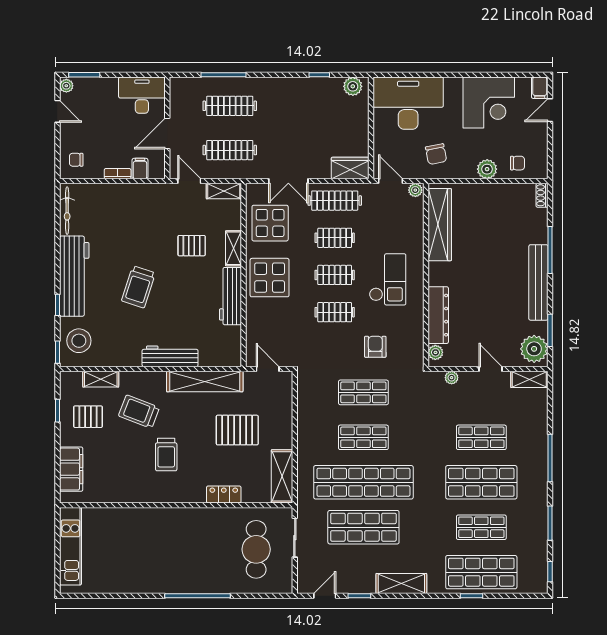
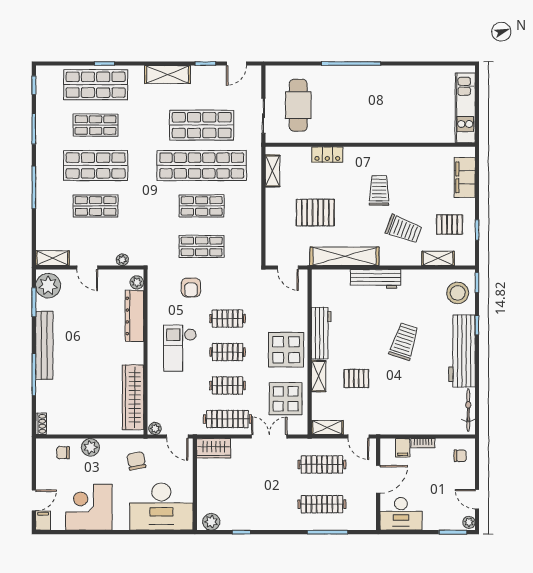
shelving: (282, 476) -> (272, 171), width x0.67, depth x0.75

